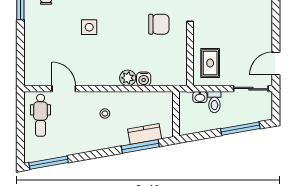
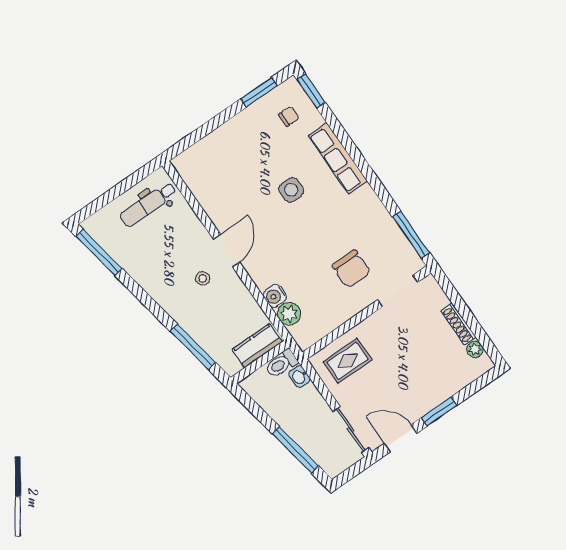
window: (276, 31) -> (439, 412), added
plant: (128, 78) -> (289, 314), moved
door: (64, 89) -> (226, 251), moved
toilet: (214, 102) -> (282, 364), moved
kitchen counter: (145, 134) -> (257, 346), moved, turned -80

